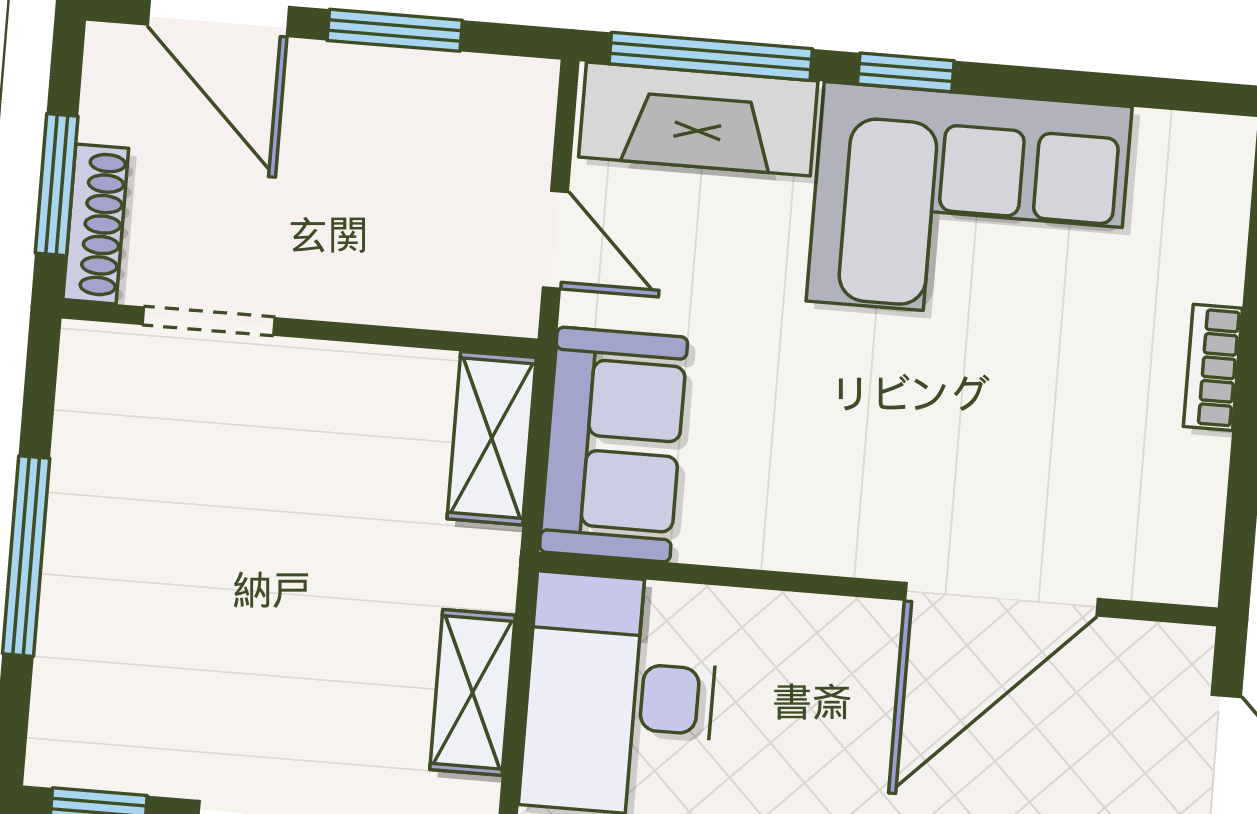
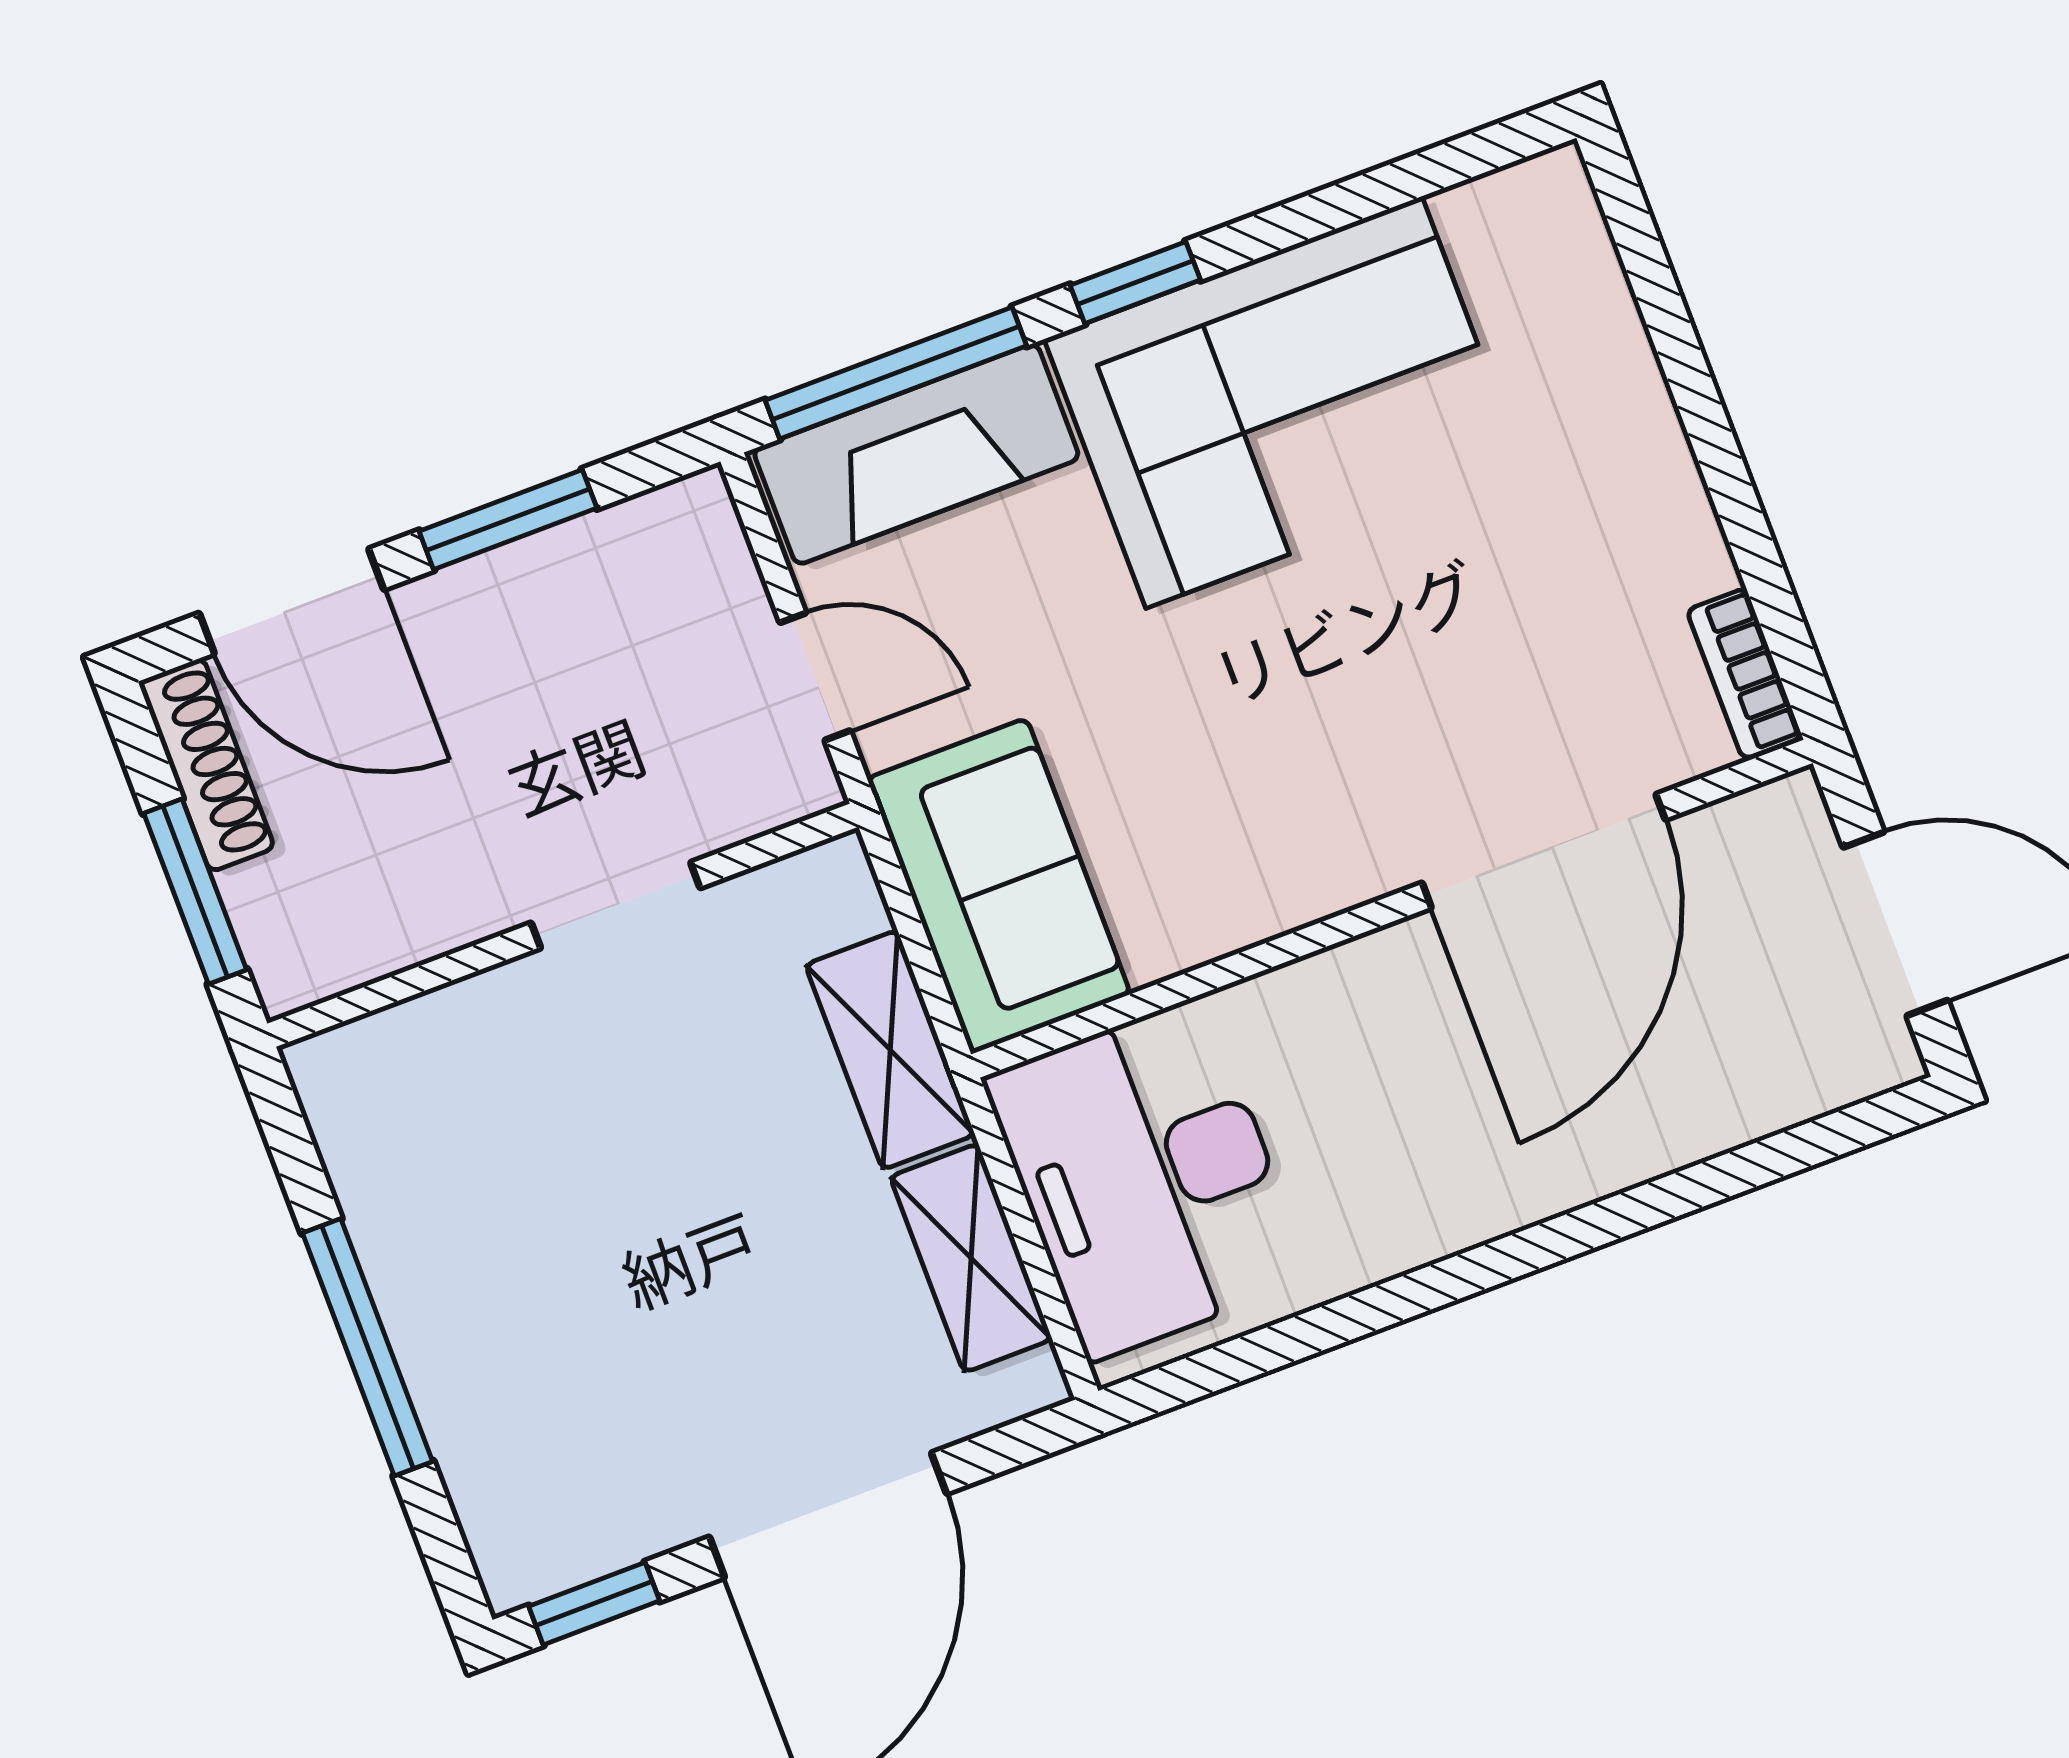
shoe rack: (96, 224) -> (206, 765), moved
doorway: (209, 321) -> (616, 905), moved
bookcase: (1213, 367) -> (1745, 674), moved
shelving: (492, 438) -> (890, 1050), moved

